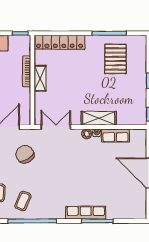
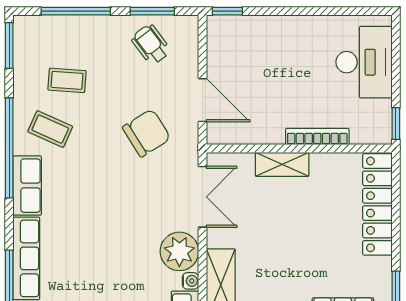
shelving: (40, 78) -> (282, 164), moved
plant: (87, 134) -> (179, 251), width x1.87, depth x1.87
row of seats: (50, 212) -> (27, 186), added

